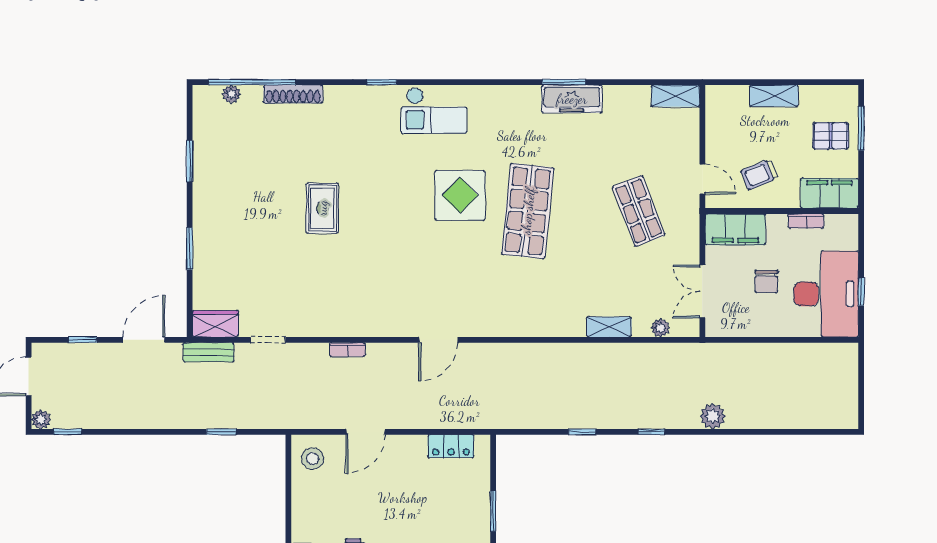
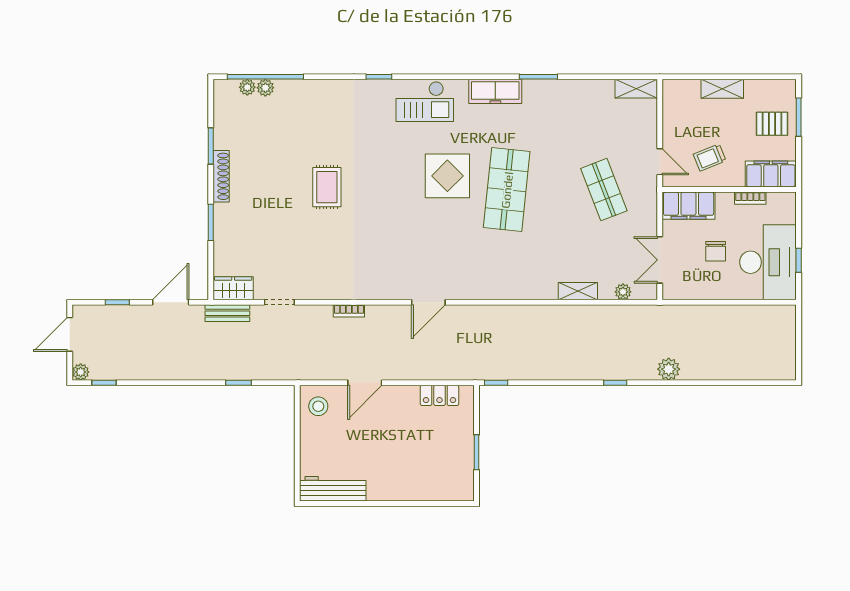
shoe rack: (293, 94) -> (221, 176), moved, turned -90
plant: (252, 95) -> (265, 88), added
freezer: (572, 99) -> (495, 91), moved
window: (582, 432) -> (496, 383), moved

